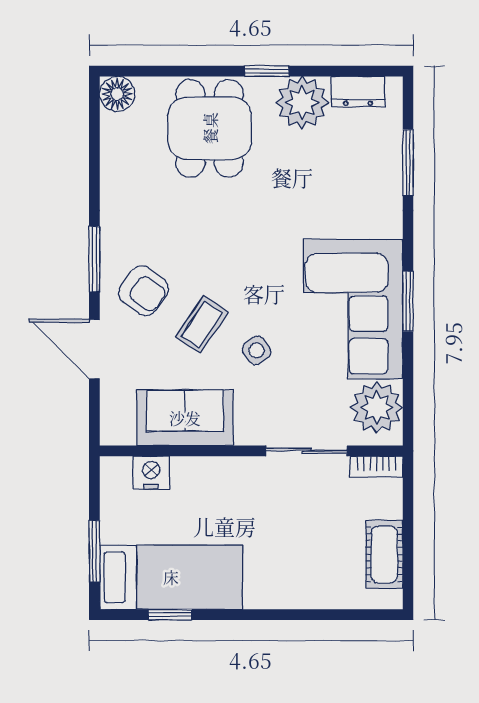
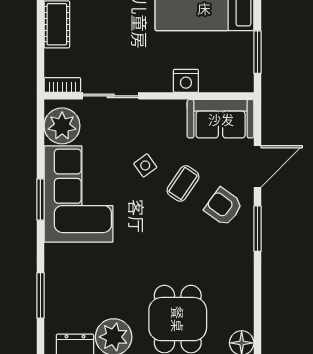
door: (94, 349) -> (257, 166), hinge flipped
sofa: (185, 418) -> (221, 119), moved
nightstand: (151, 473) -> (186, 81), moved
window: (94, 551) -> (257, 52), moved

